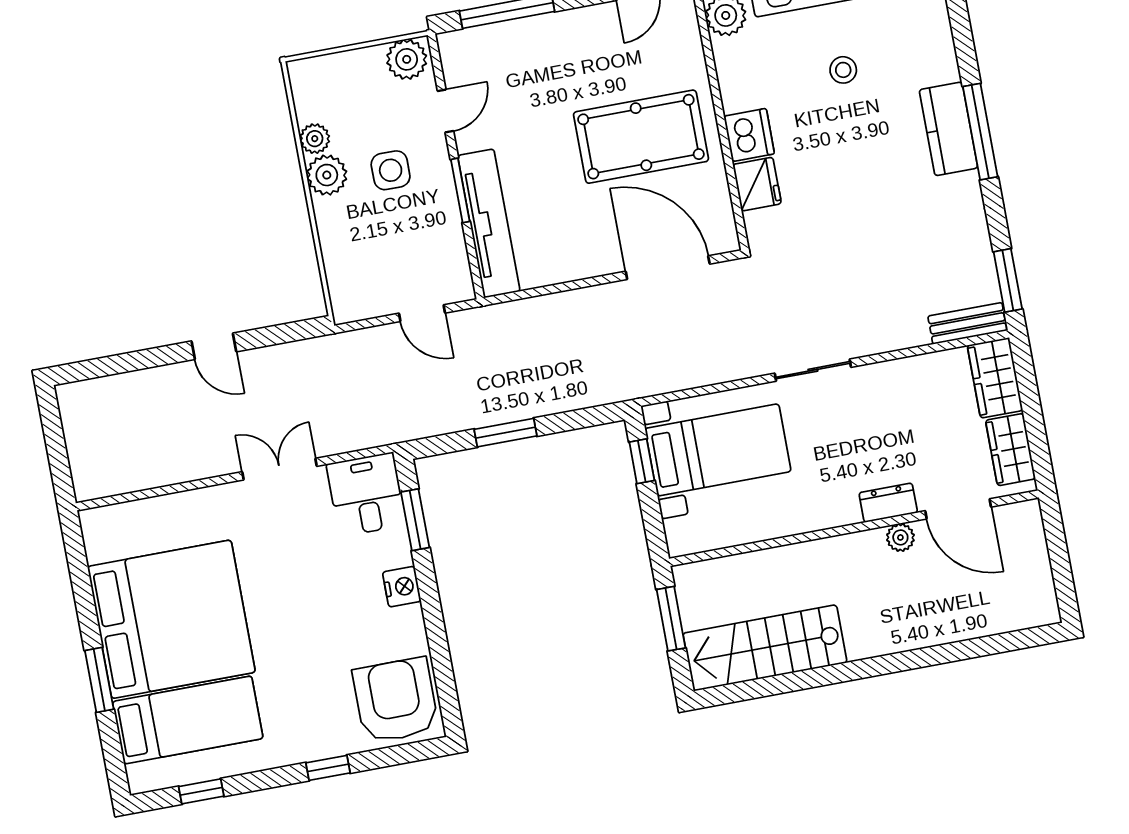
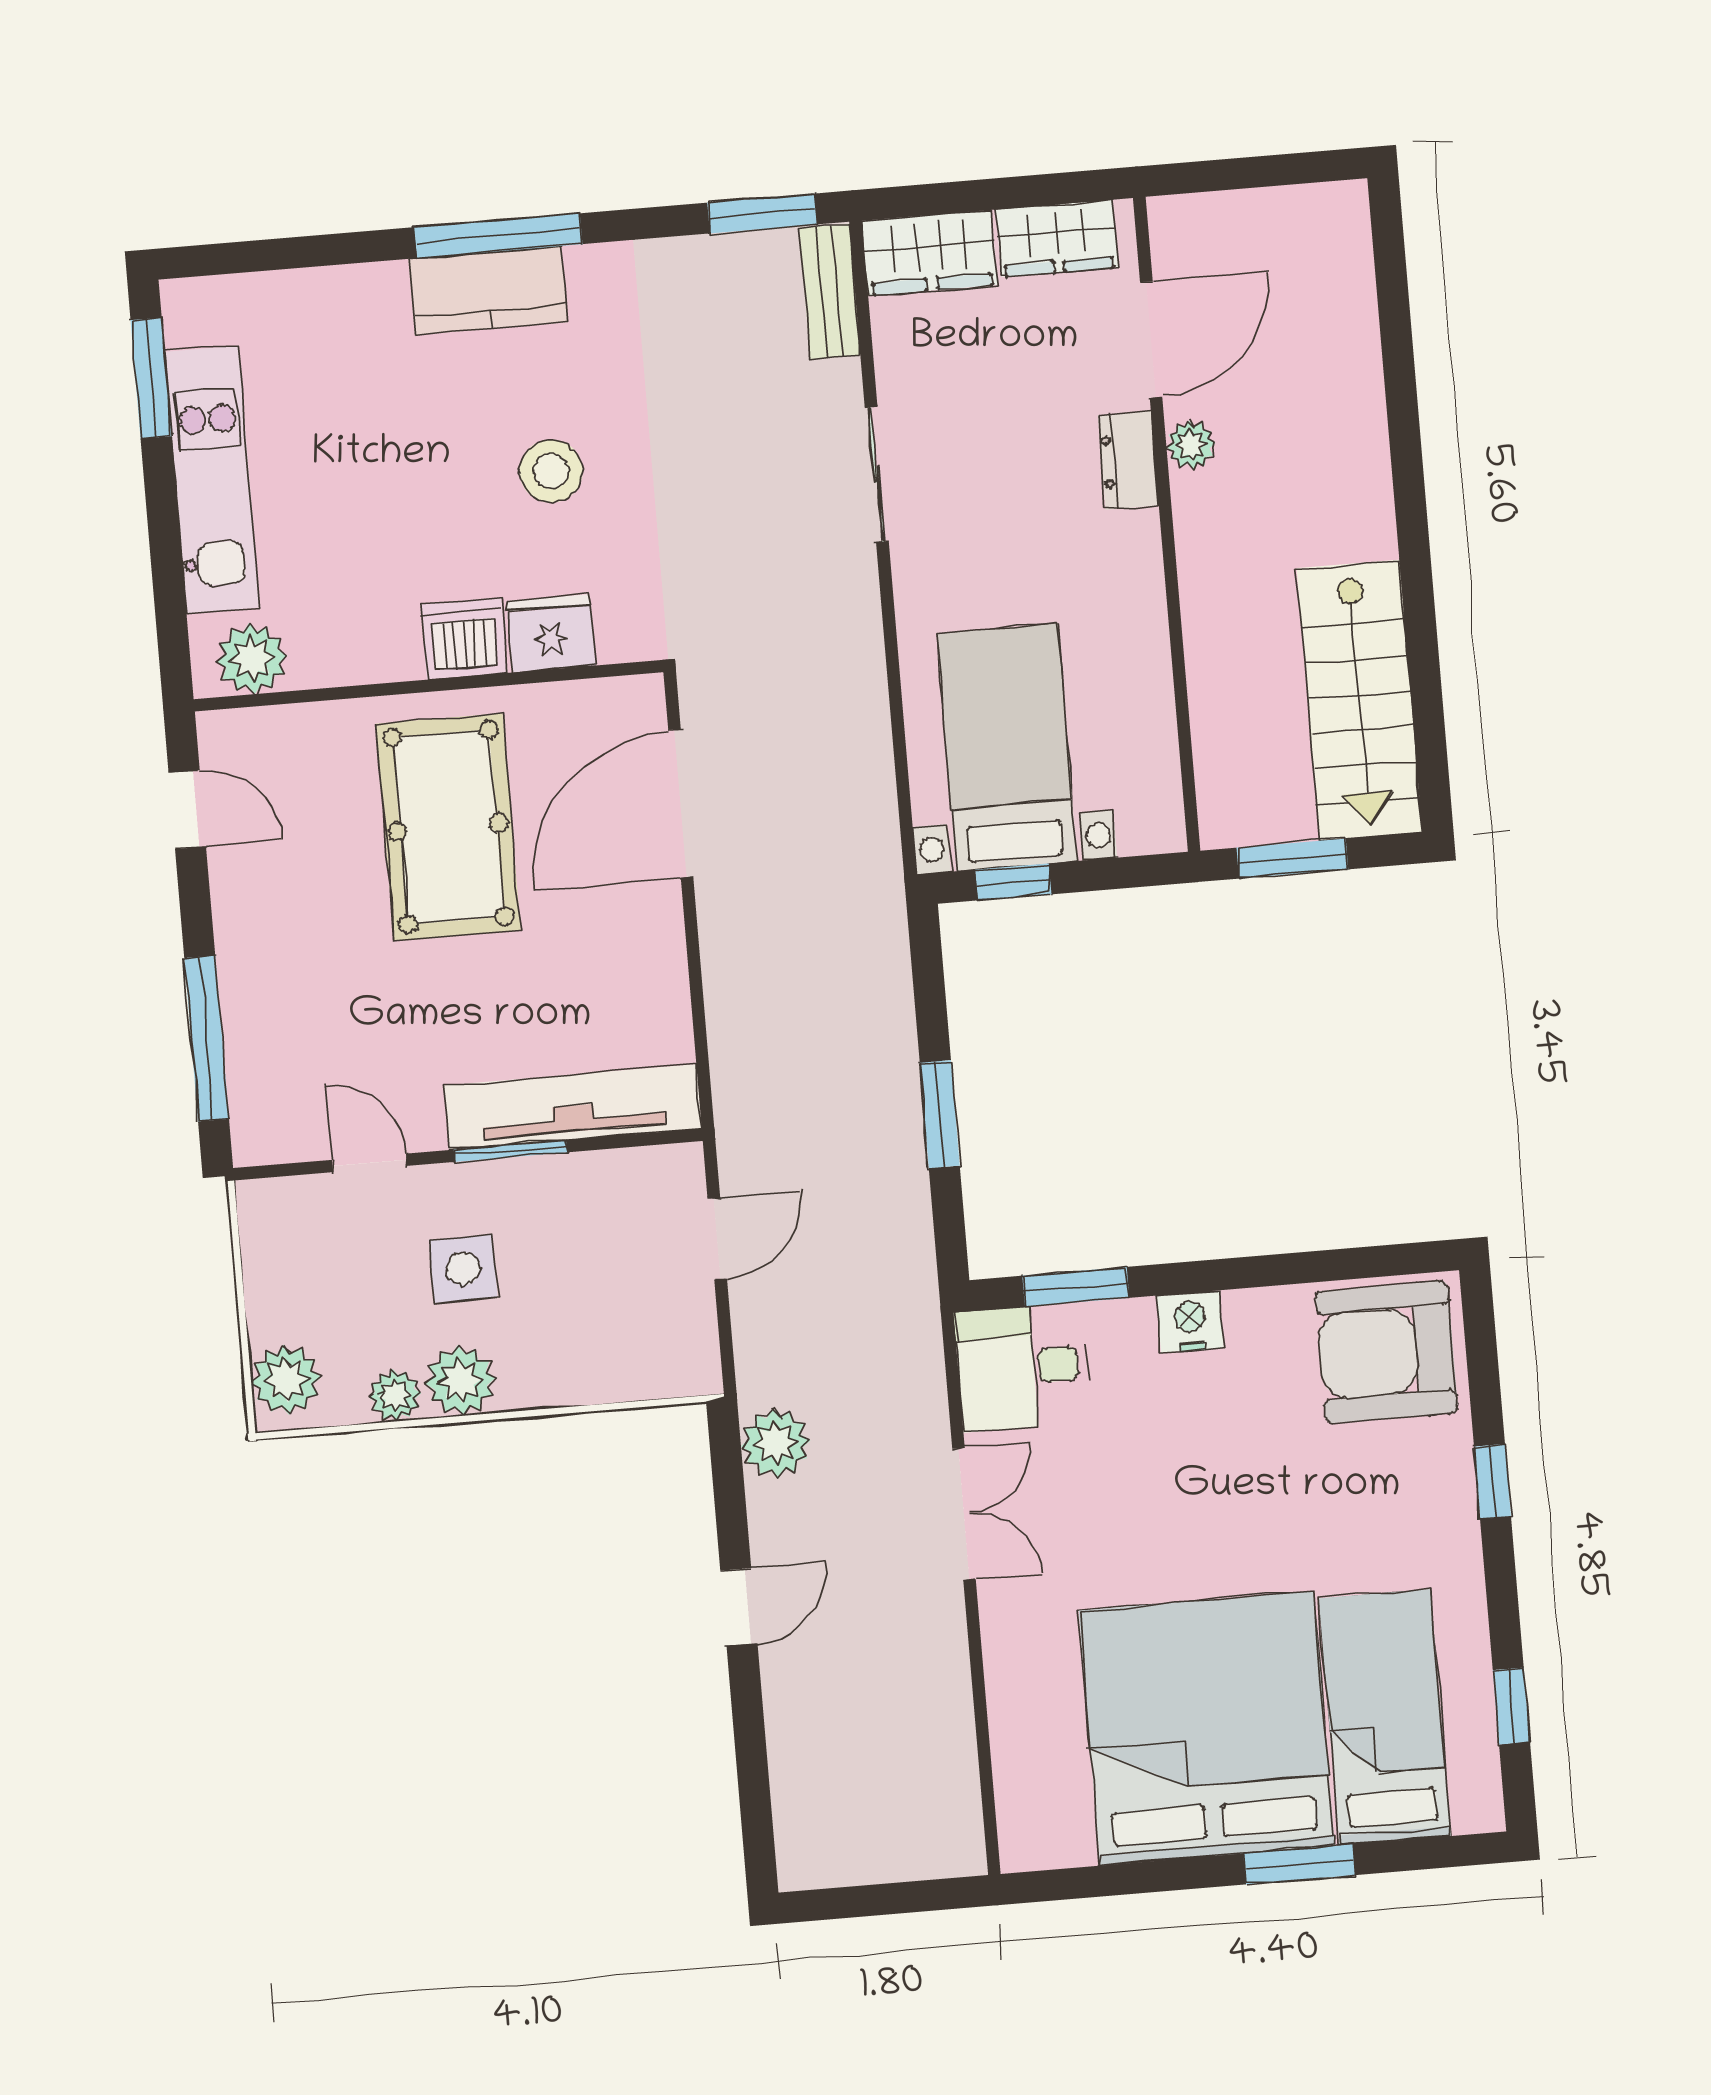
plant: (407, 59) -> (286, 1380), moved
stool: (843, 70) -> (551, 471), moved, width x1.37, depth x1.37
plant: (309, 358) -> (776, 1443), added
sliding door: (813, 370) -> (877, 474), moved
double door: (279, 469) -> (964, 1514), swing flipped

